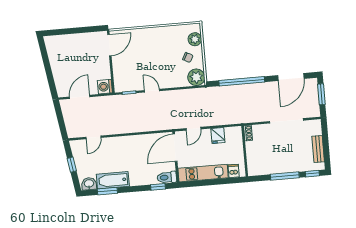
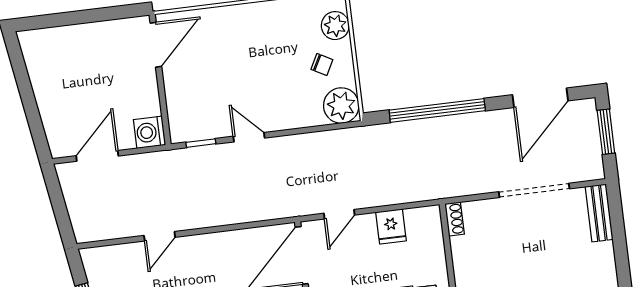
door: (93, 137) -> (160, 236), moved
bench: (318, 149) -> (599, 213), moved

